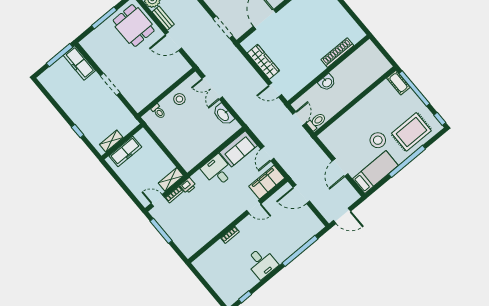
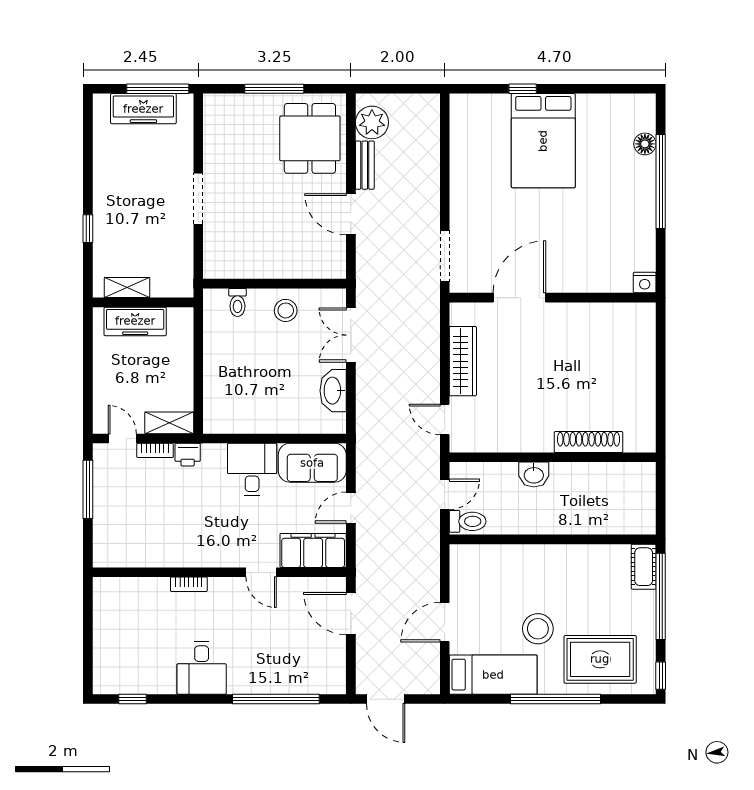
freezer: (79, 63) -> (143, 109), moved, turned -90

